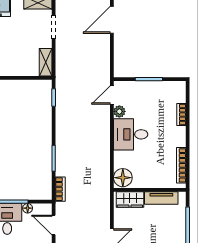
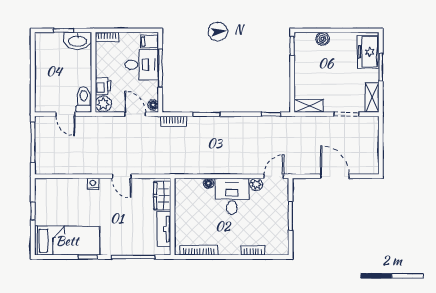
door: (112, 20) -> (335, 176), moved
door: (112, 95) -> (274, 176), hinge flipped
floor lamp: (123, 178) -> (209, 183), moved, width x0.53, depth x0.53
floor lamp: (28, 208) -> (153, 105), moved
door: (54, 225) -> (135, 114), hinge flipped

